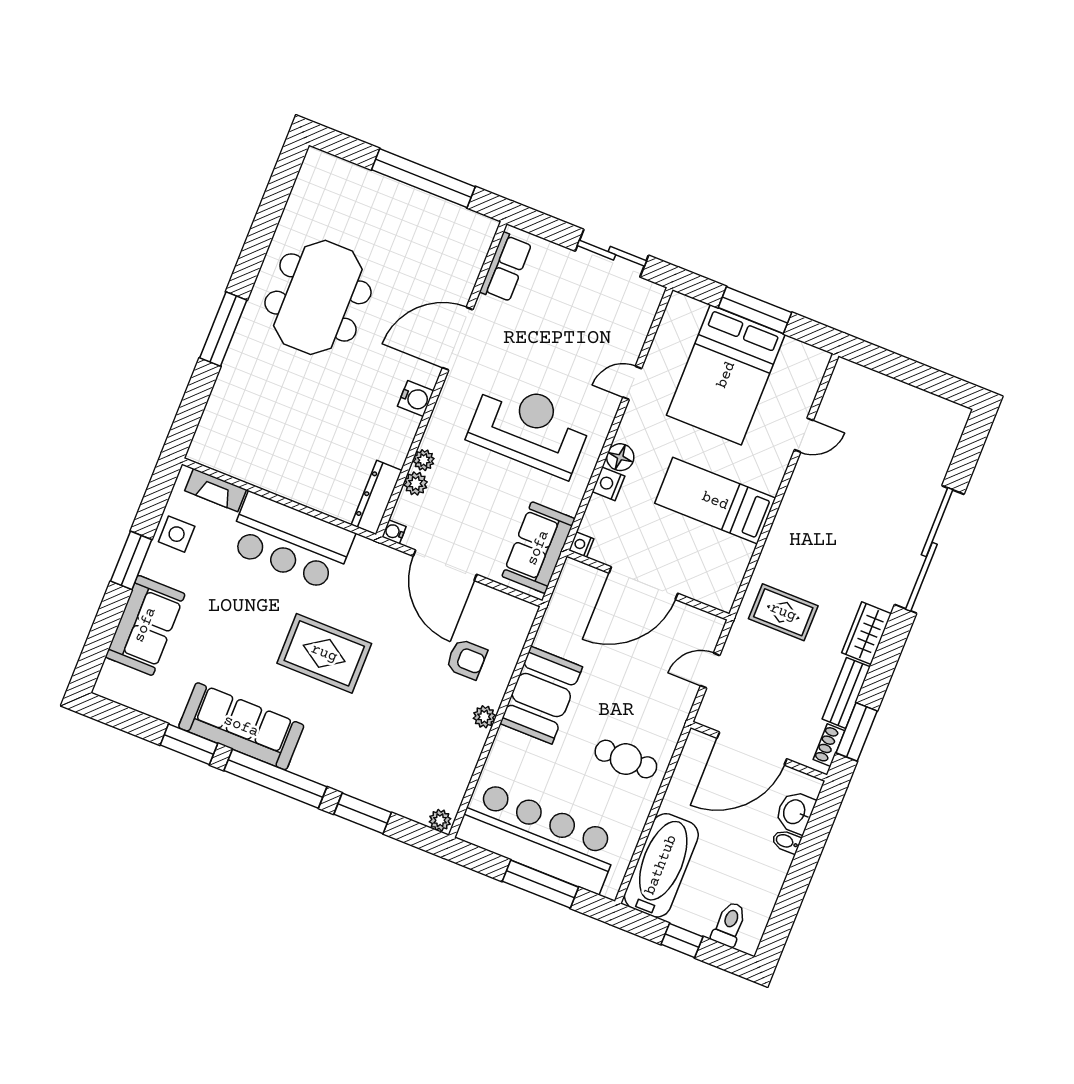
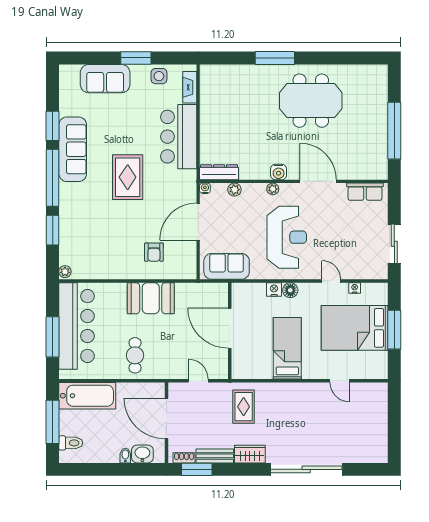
plant: (424, 460) -> (273, 189), moved
nightstand: (581, 545) -> (355, 288), moved
plant: (484, 717) -> (128, 273), removed
window: (682, 940) -> (53, 422), width x2.17

